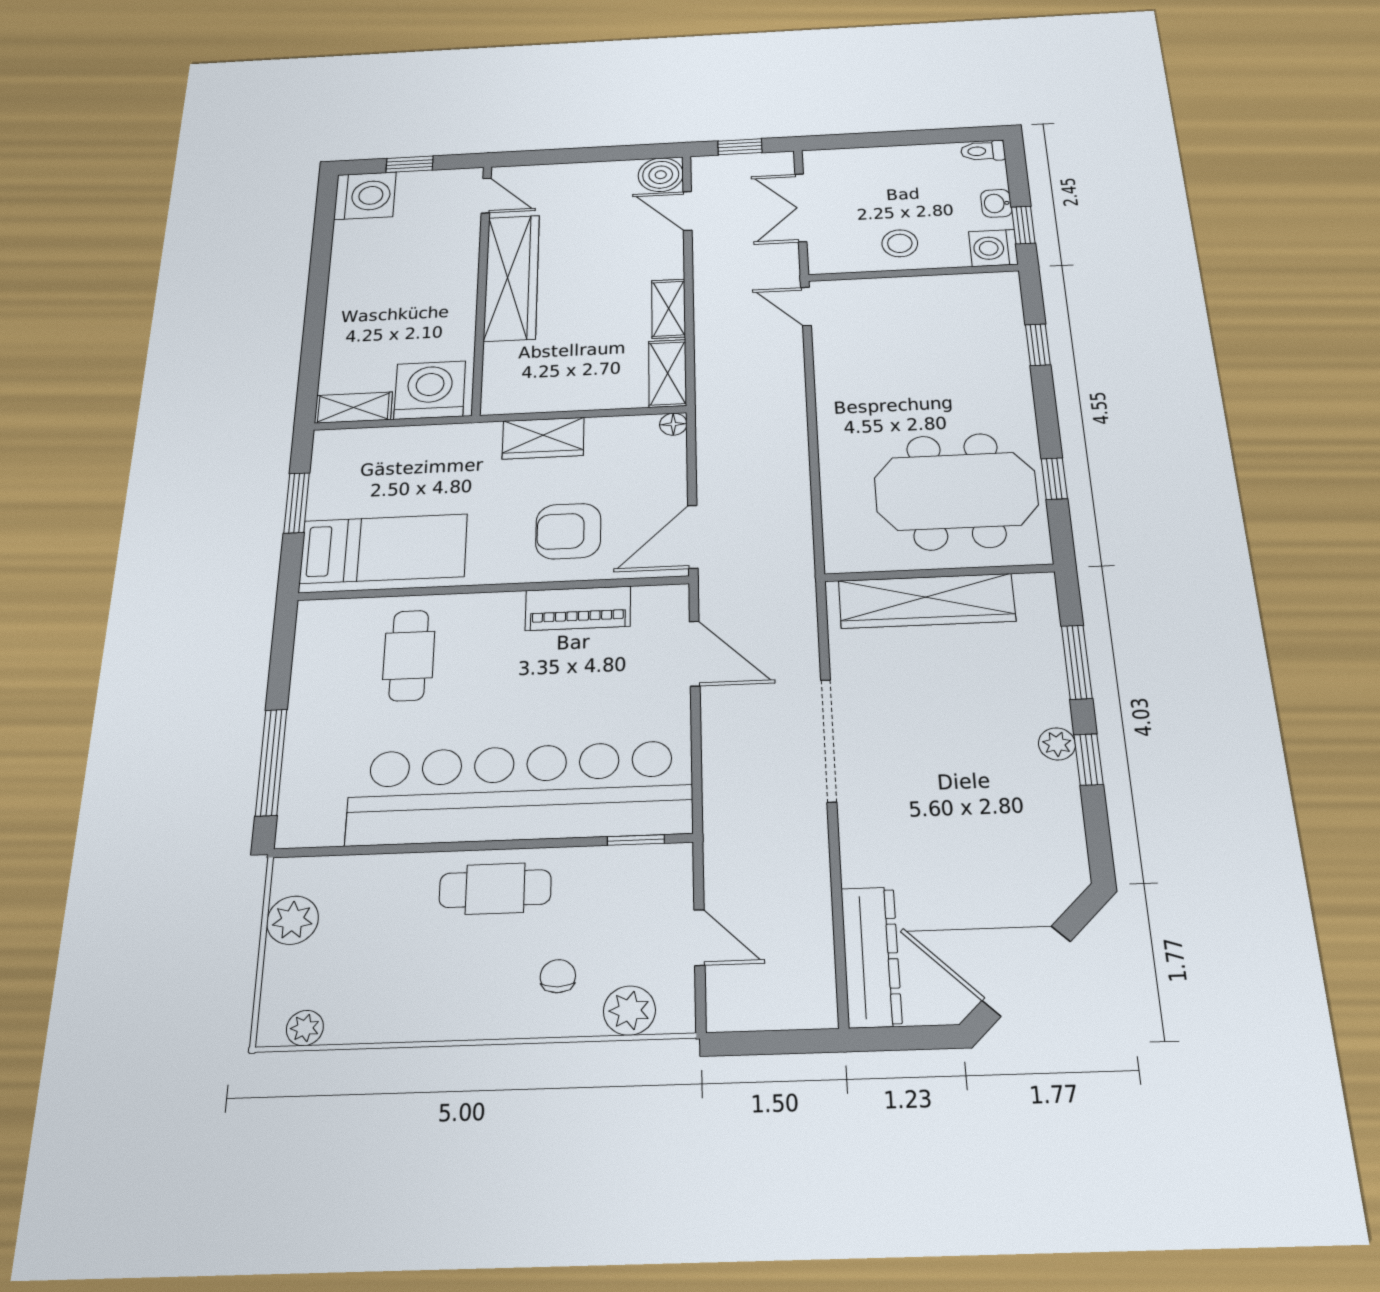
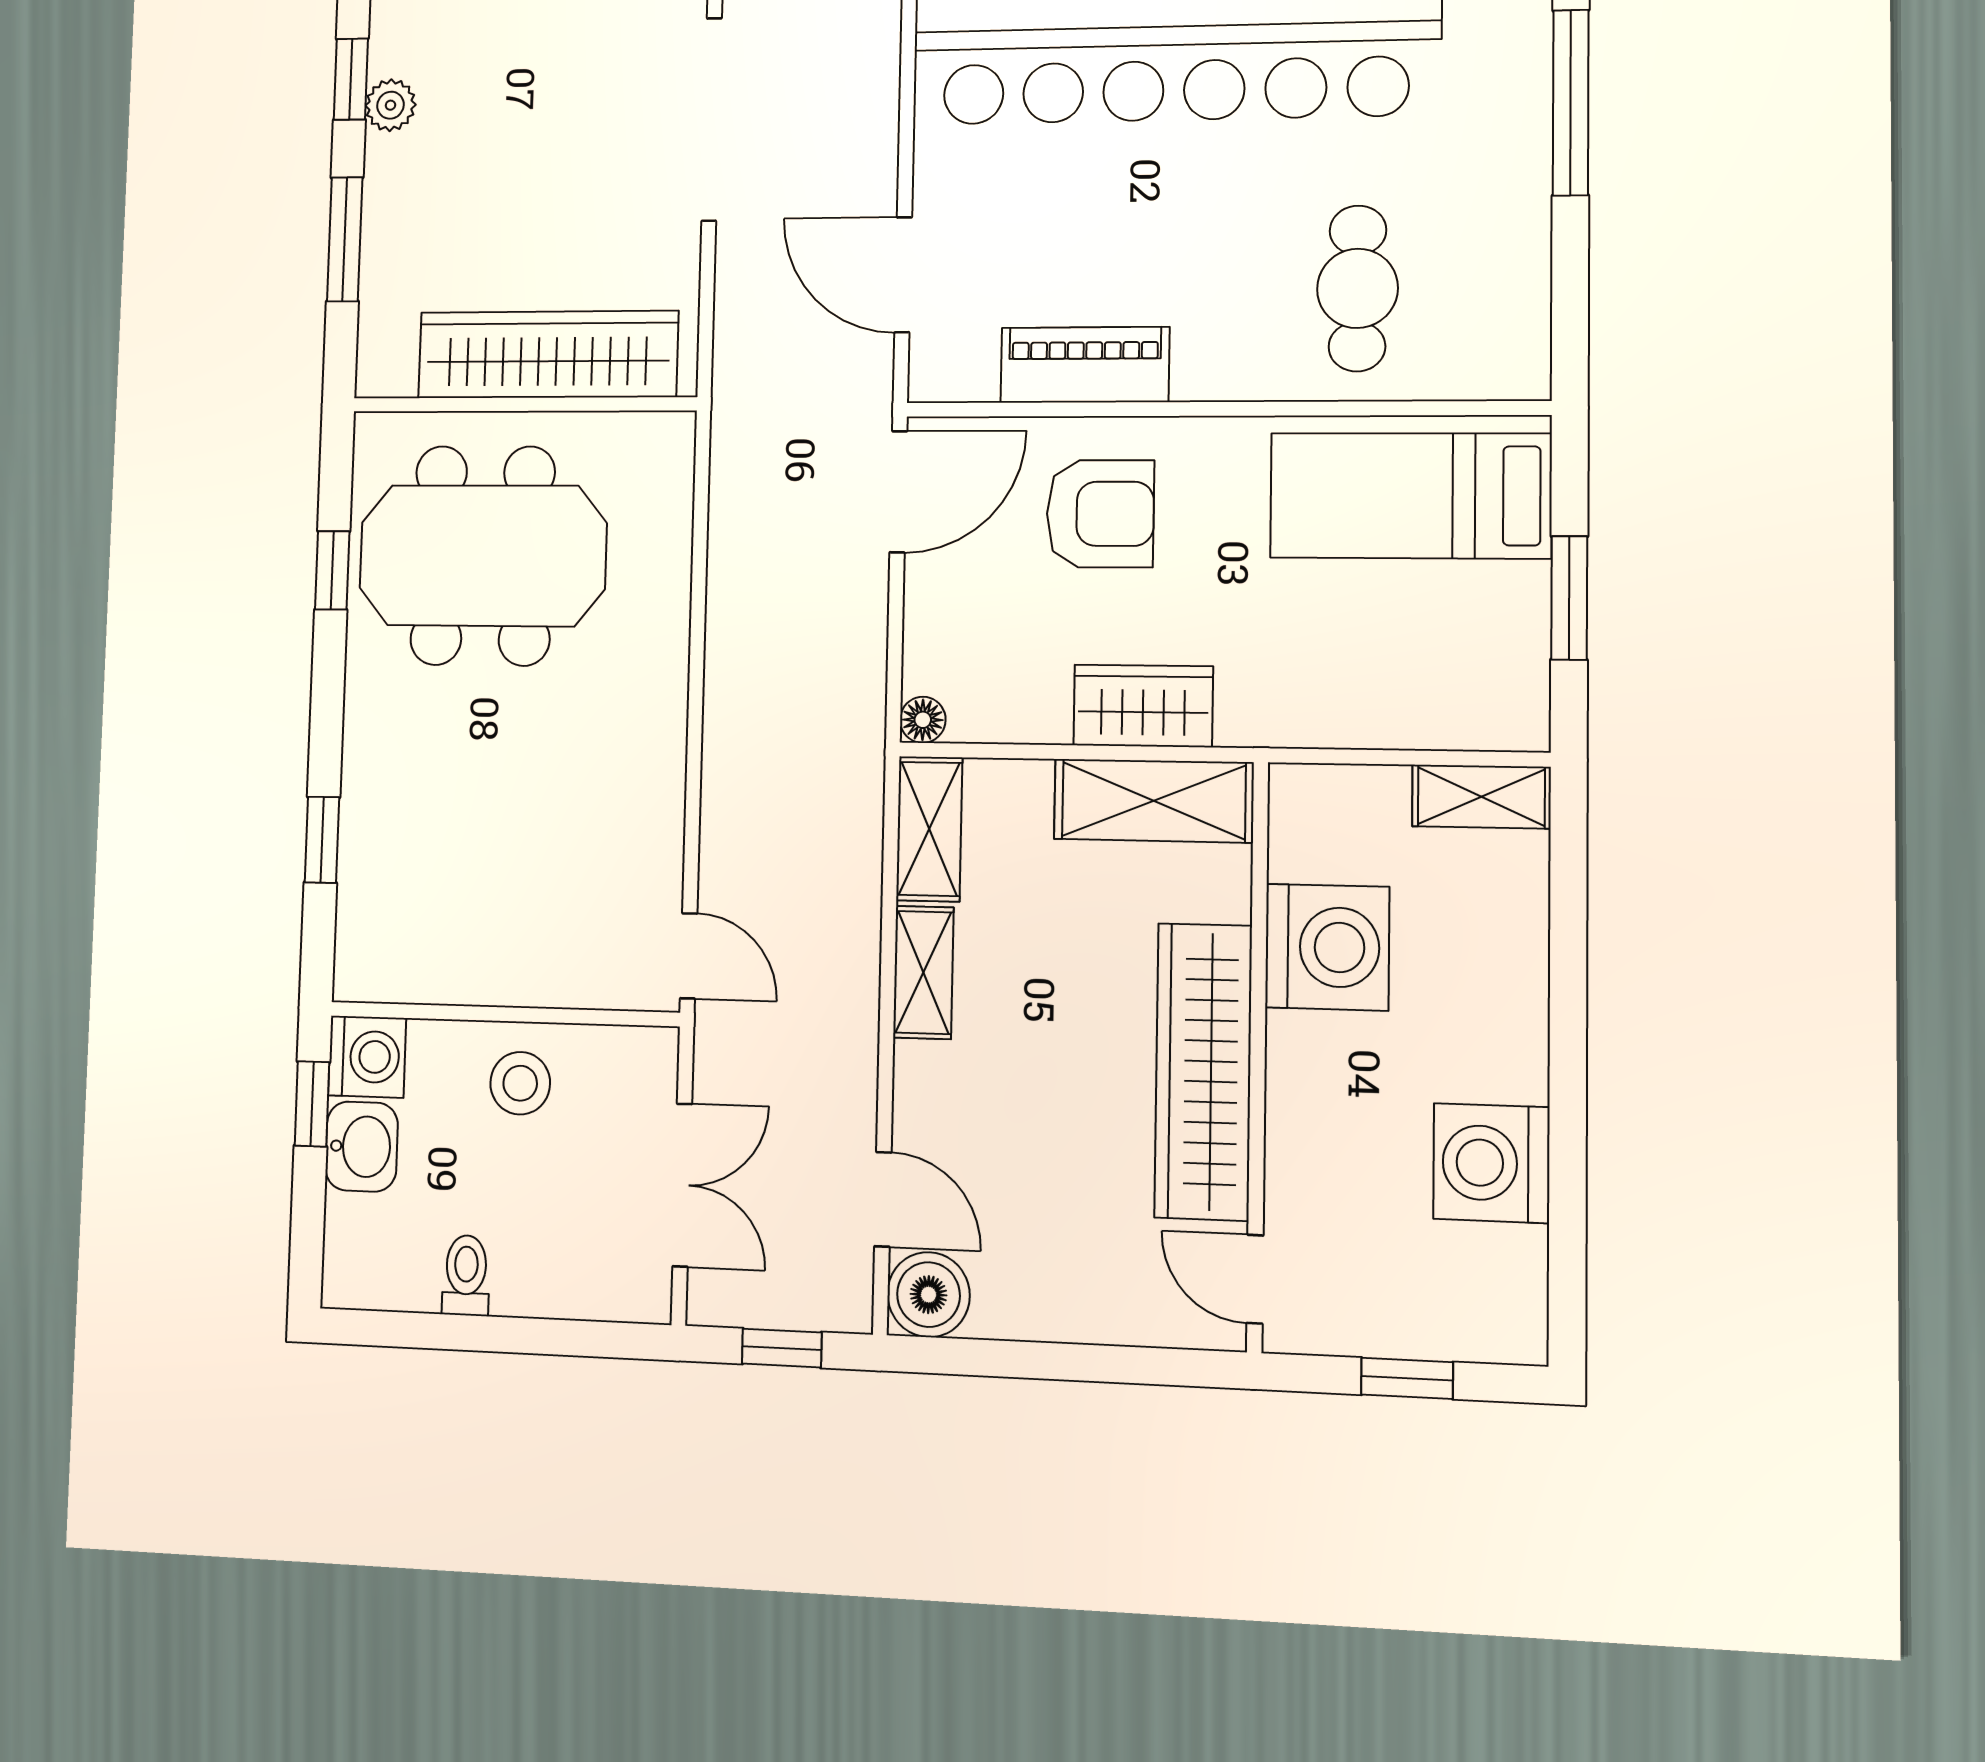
toilet: (983, 151) -> (466, 1275), moved, turned -90
washing machine: (365, 196) -> (1491, 1163), moved
washbasin: (996, 203) -> (362, 1147), width x1.38, depth x1.45
washing machine: (430, 390) -> (1327, 947), moved, turned -90
shelving: (538, 394) -> (1154, 801), added

